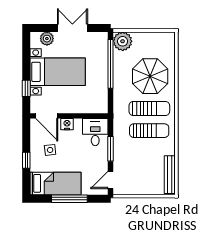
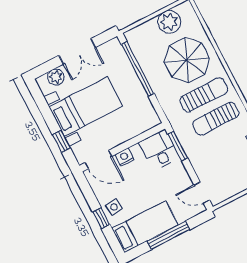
double door: (72, 28) -> (77, 51), swing flipped
plant: (123, 41) -> (169, 22), moved
sun lounger: (149, 131) -> (216, 119), turned 180
window: (110, 149) -> (178, 146), moved
side table: (50, 150) -> (114, 207), moved
door: (110, 180) -> (202, 193), hinge flipped

